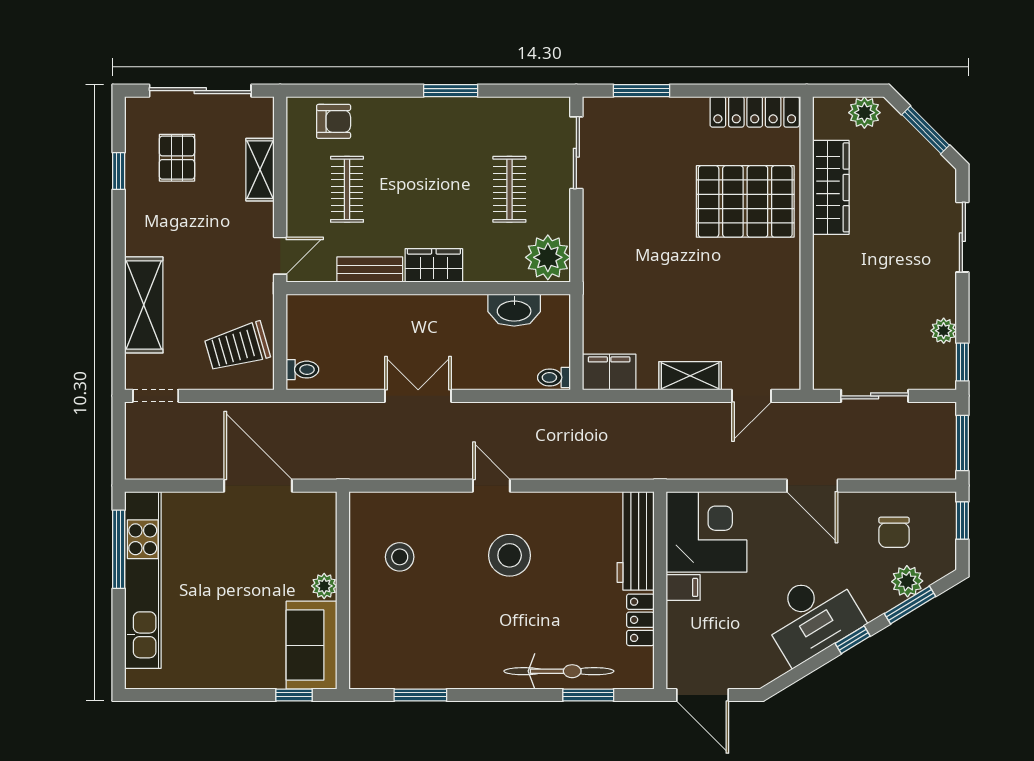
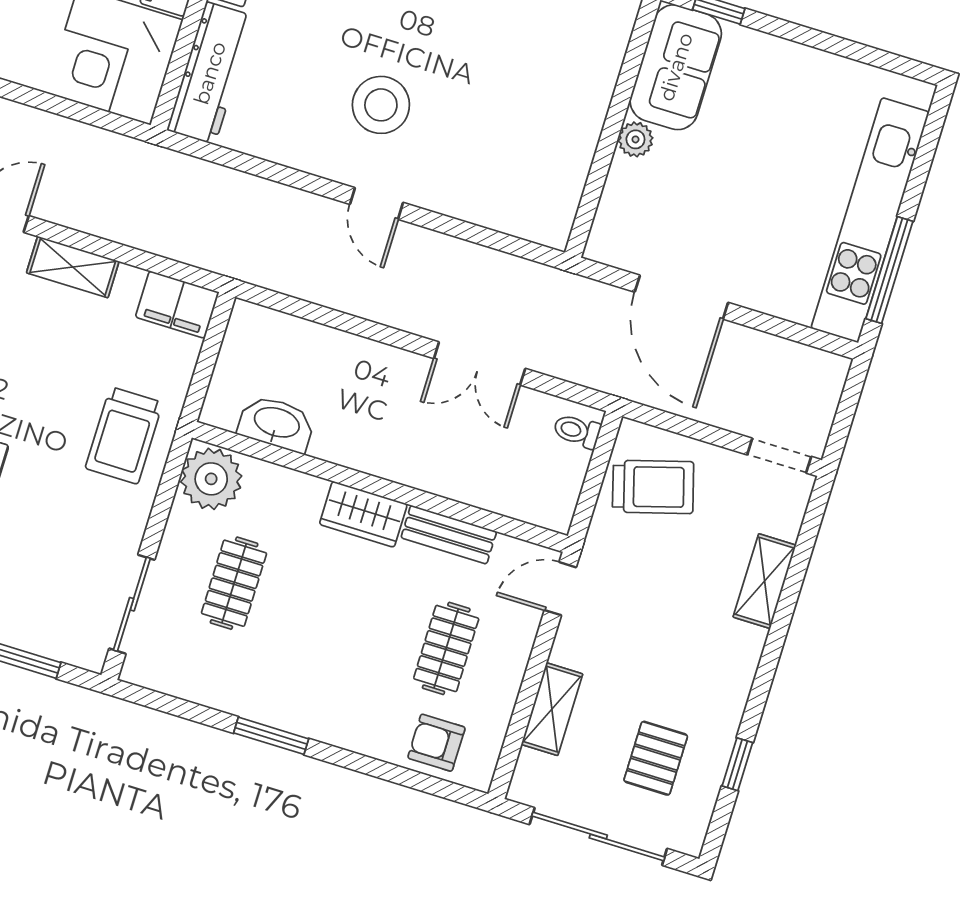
trolley: (618, 269) -> (124, 435), added
shelving: (144, 305) -> (765, 581), width x0.67, depth x0.75
toilet: (554, 377) -> (251, 319), removed
double door: (418, 396) -> (480, 363), moved
stool: (400, 557) -> (525, 147), removed

